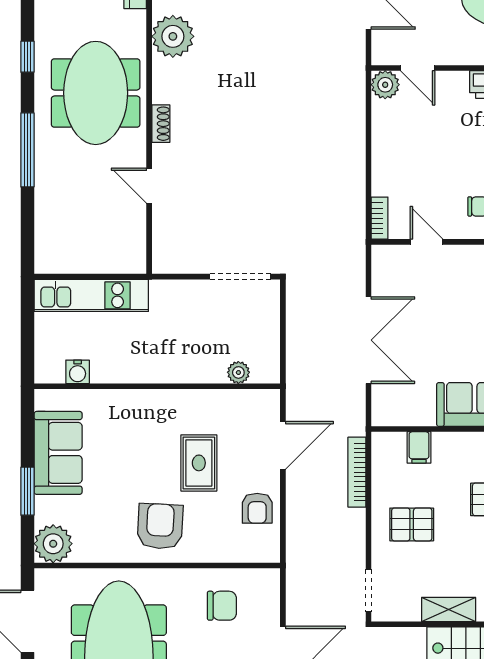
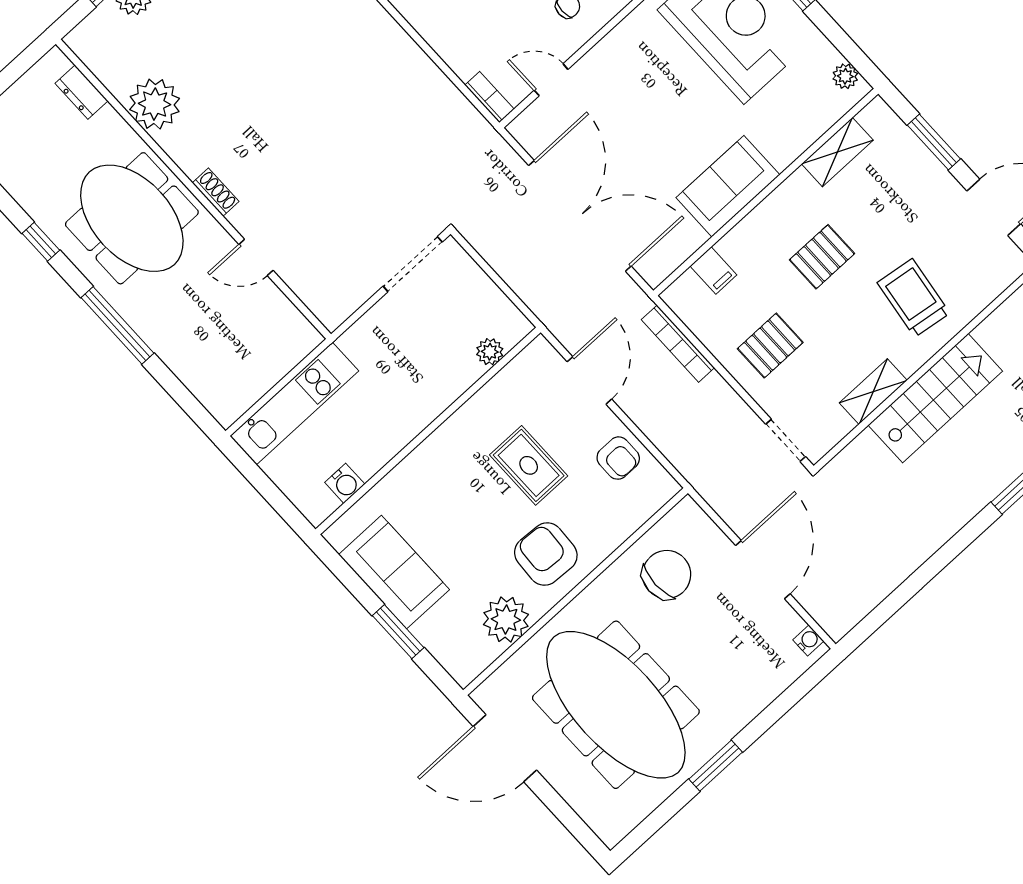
double door: (368, 340) -> (580, 216), width x1.36
plant: (53, 544) -> (506, 620), moved
chair: (222, 606) -> (667, 575), width x1.37, depth x1.37

